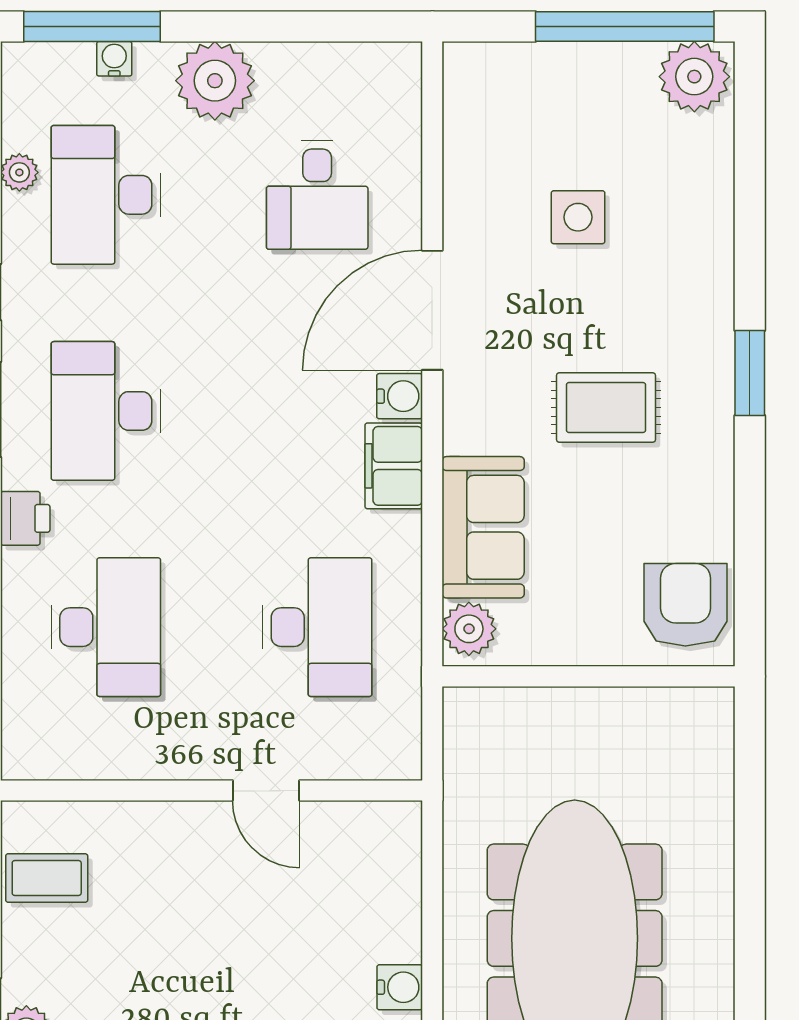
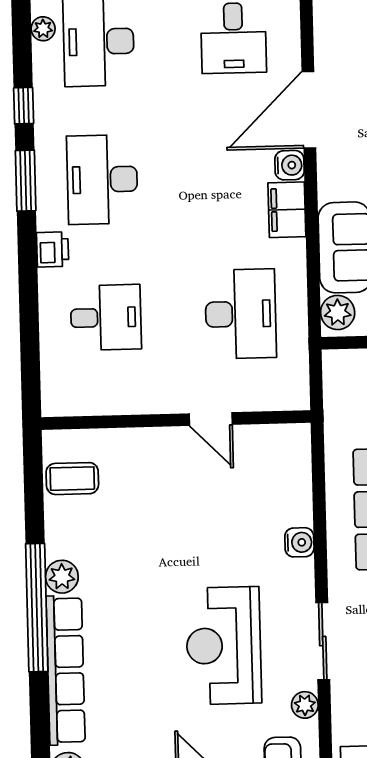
desk: (106, 627) -> (106, 317), width x0.73

